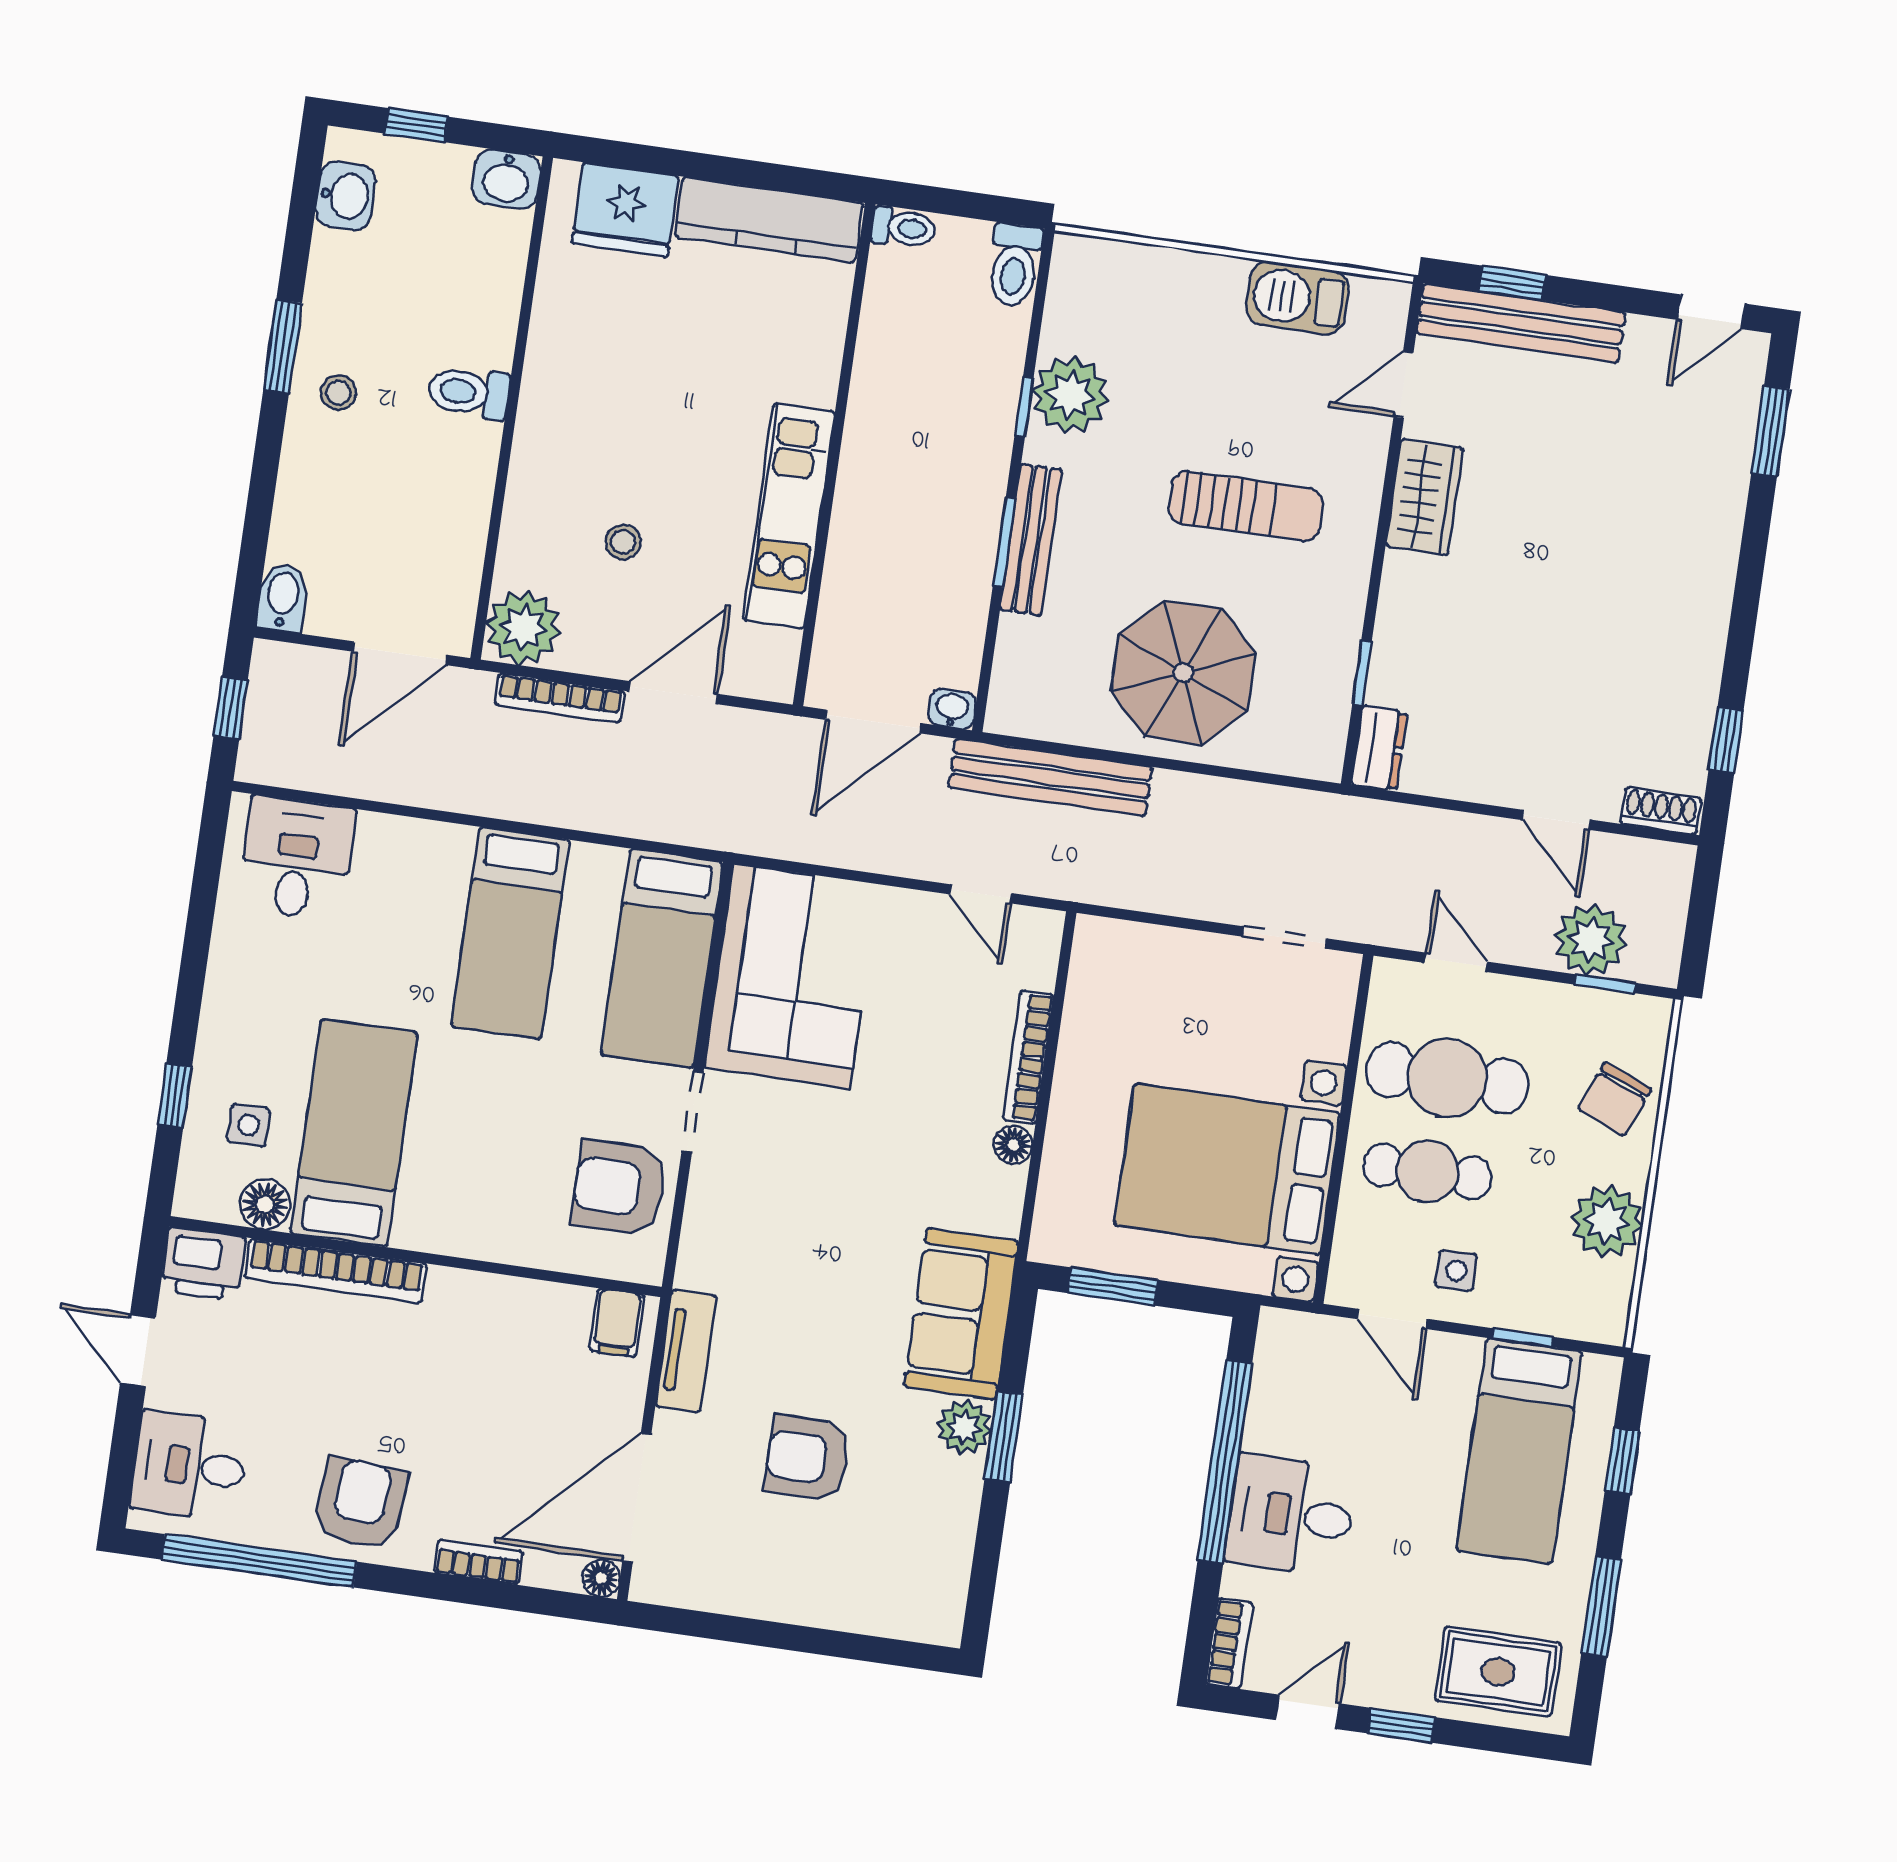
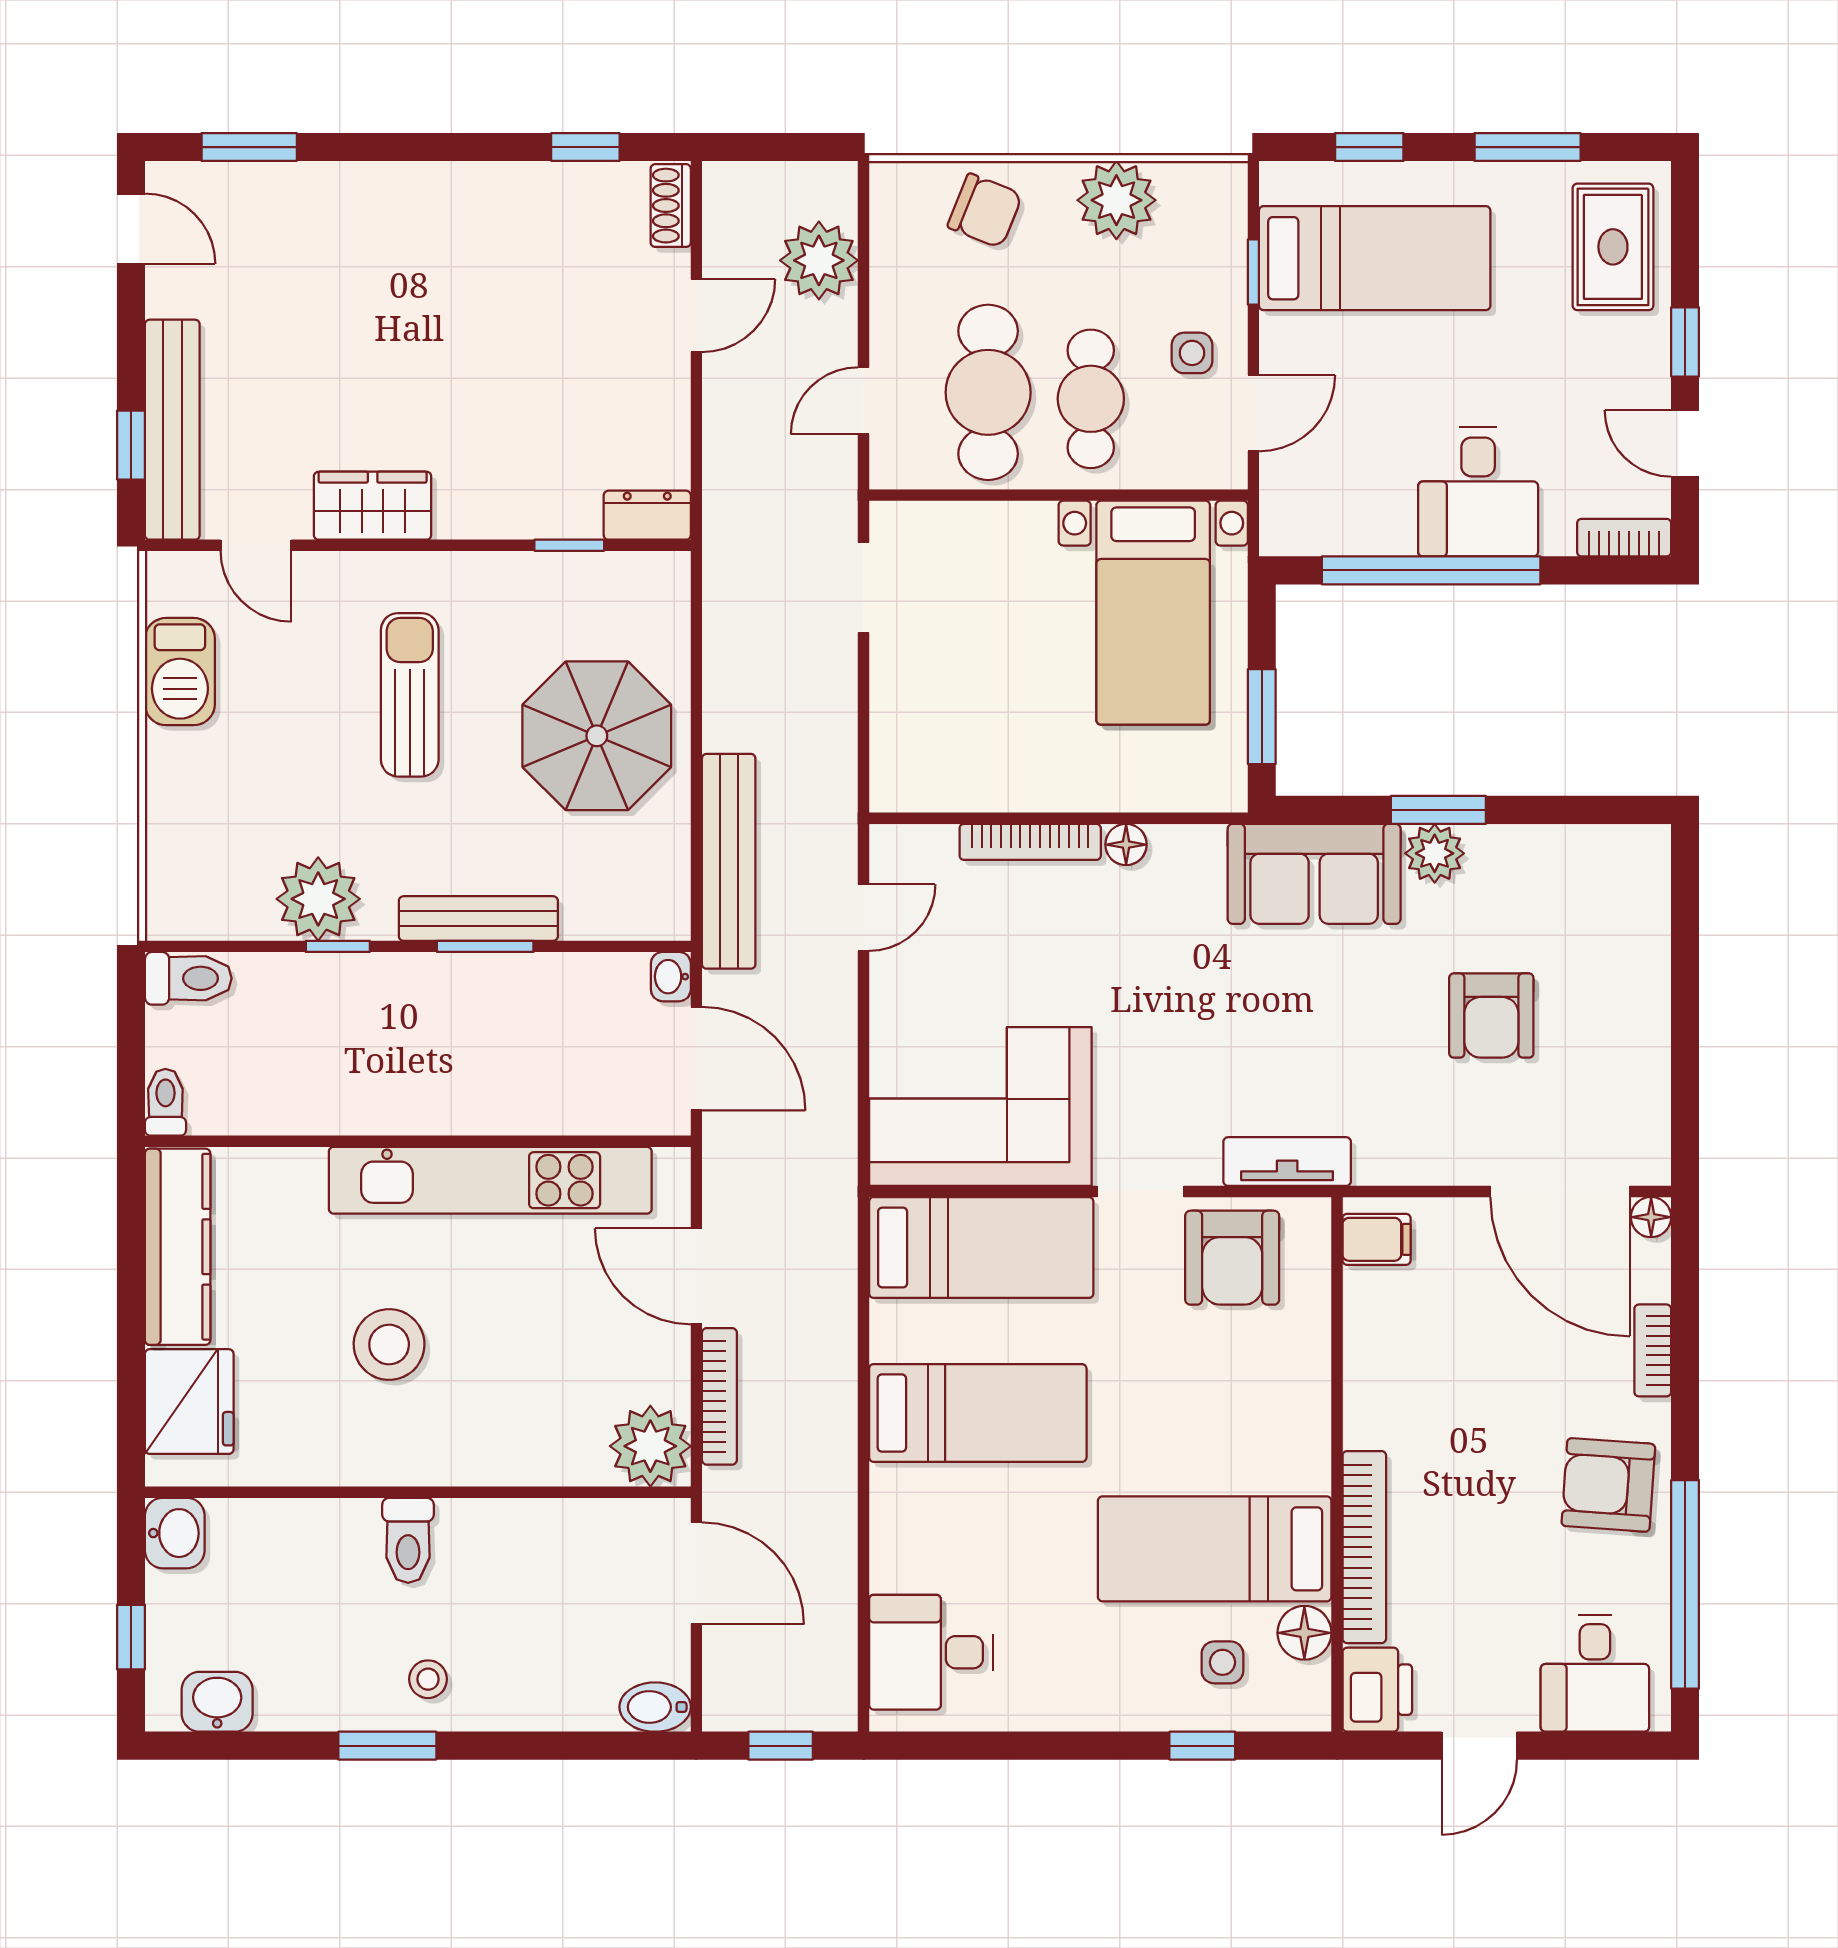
kitchen unit: (789, 516) -> (490, 1180), width x1.36
stool: (623, 542) -> (389, 1345), moved, width x1.89, depth x1.89
window: (1605, 984) -> (863, 238), removed
bed with nightstands: (1227, 1169) -> (1153, 613), width x0.73
tv unit: (686, 1351) -> (1287, 1162), moved

